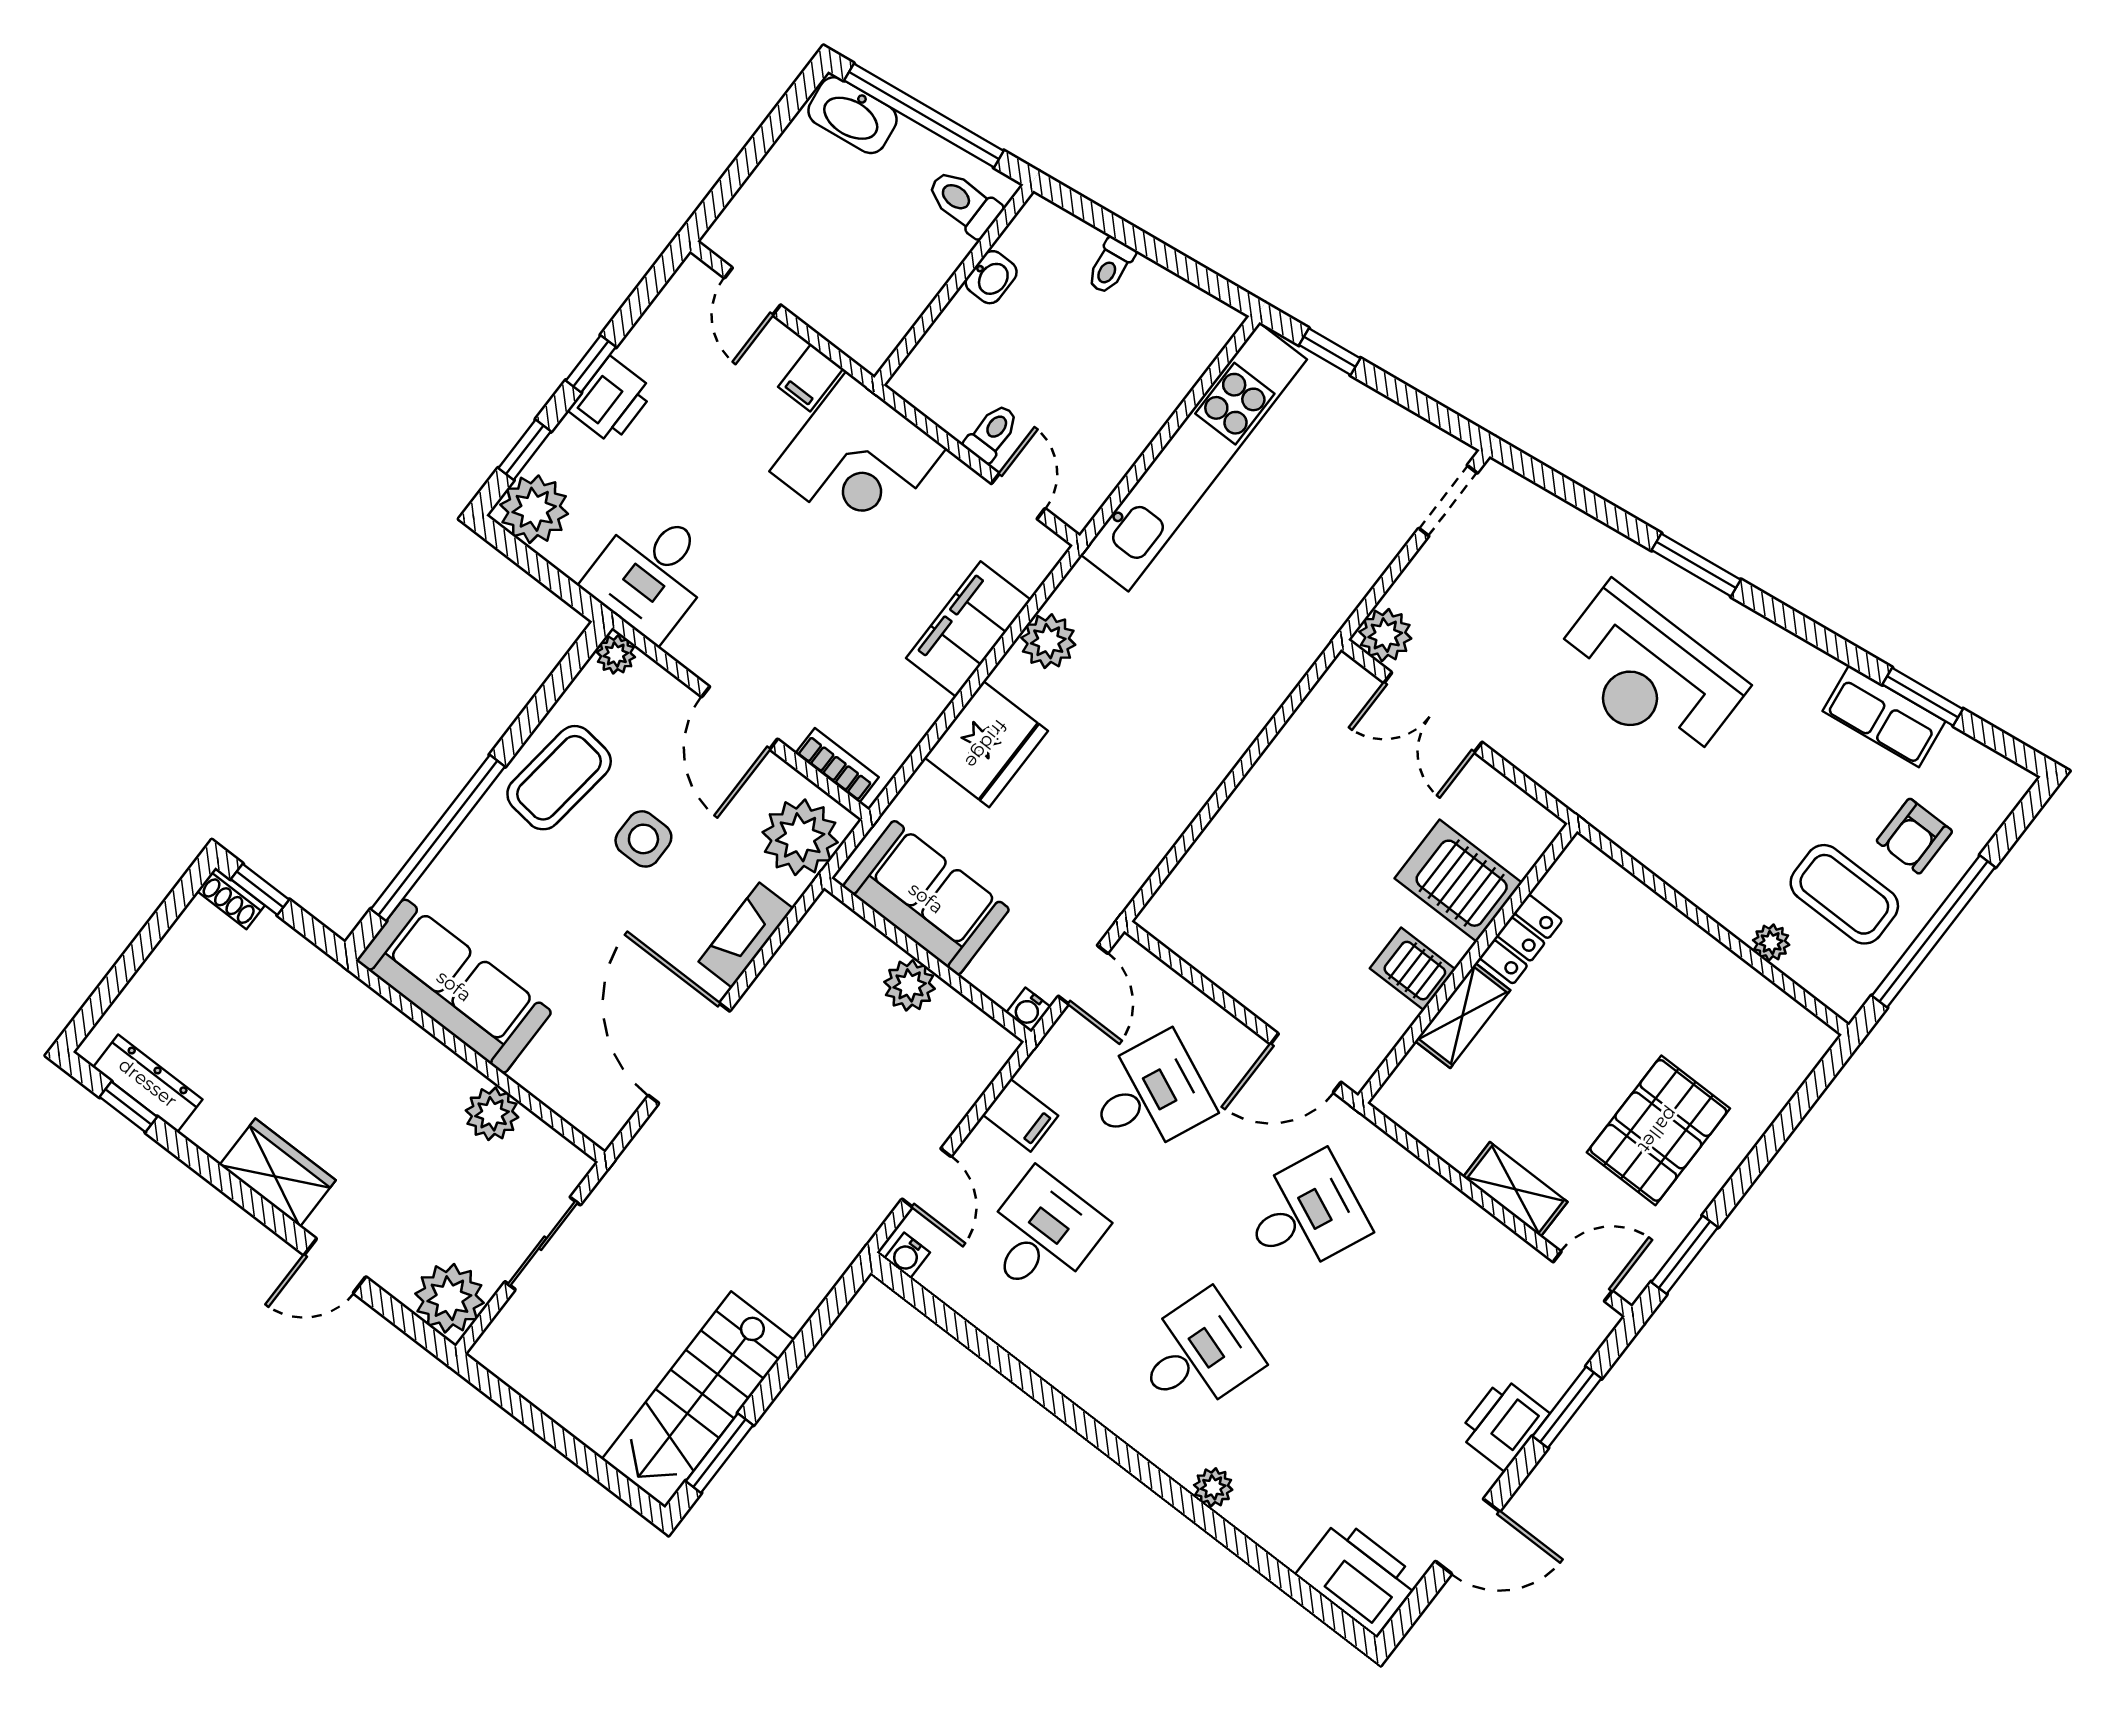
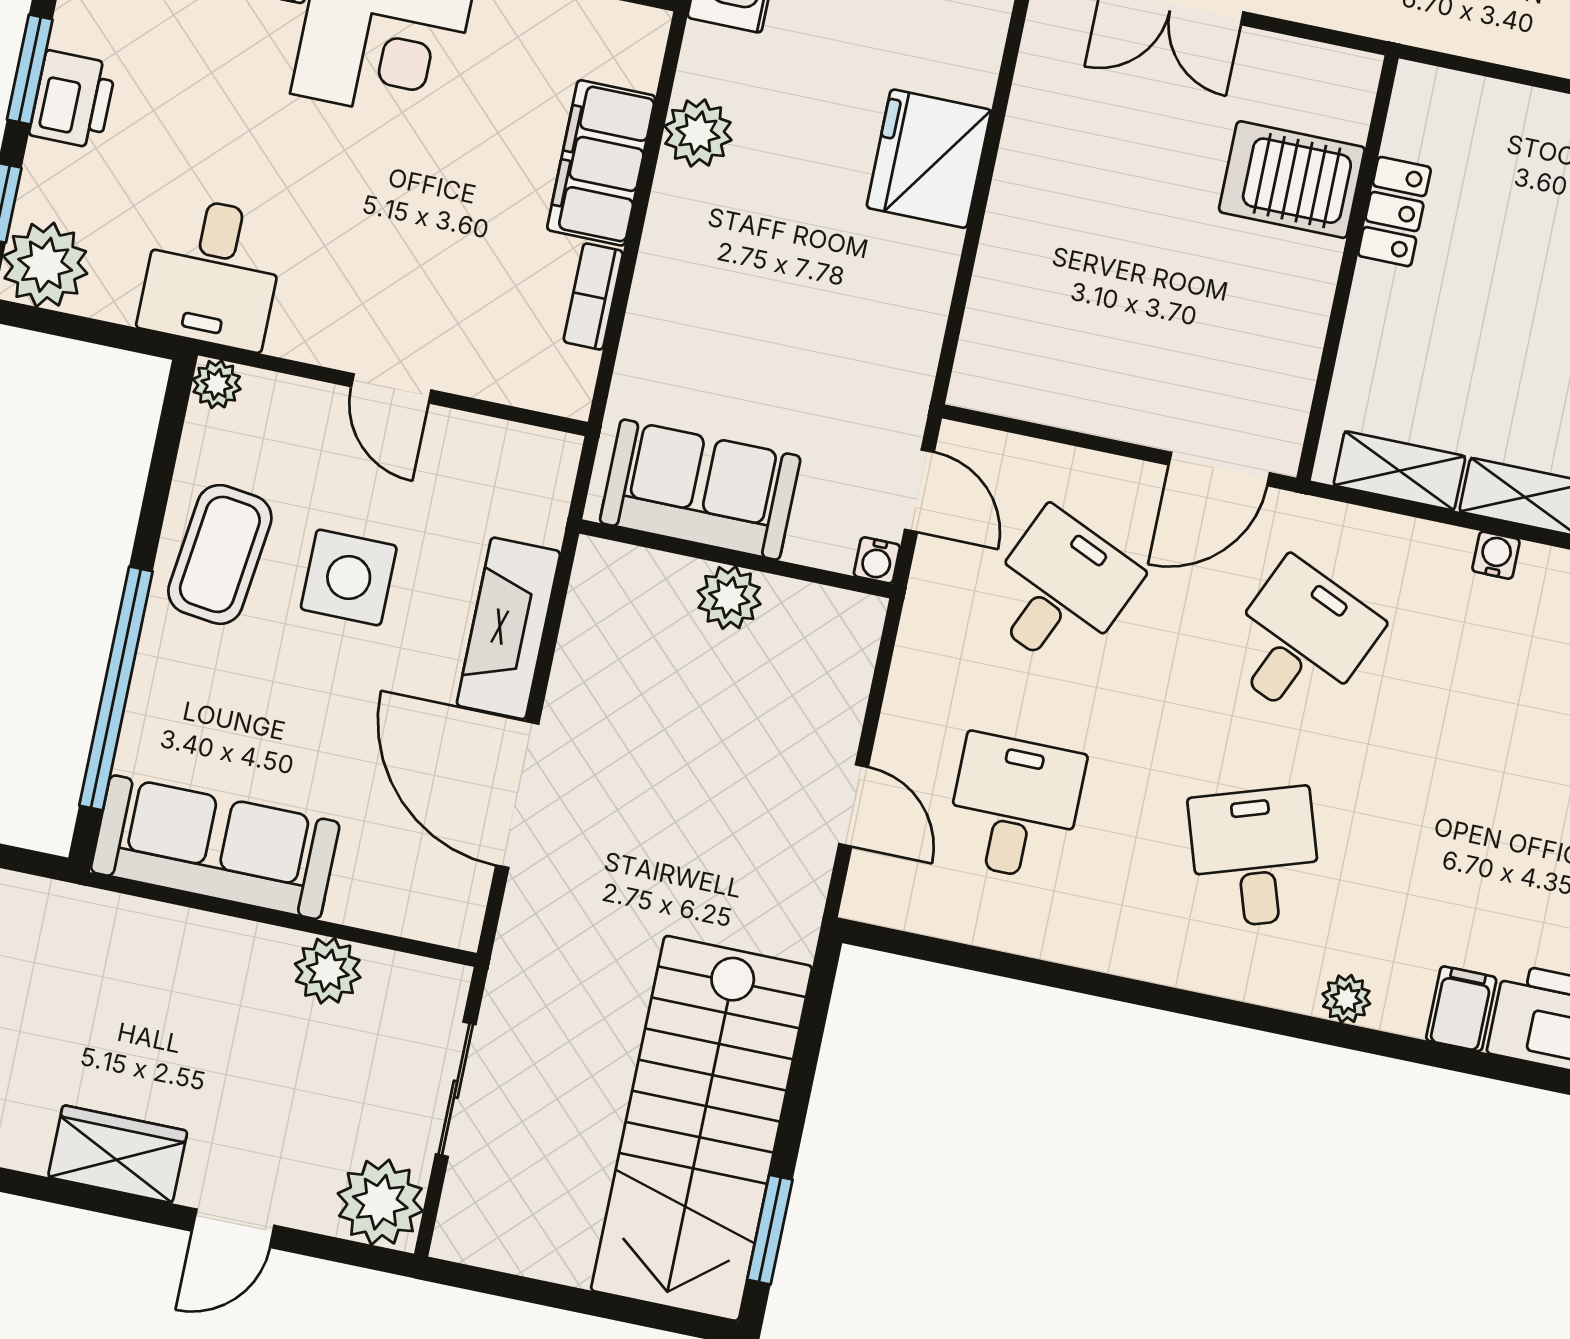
window: (591, 364) -> (30, 69), width x1.50
door: (740, 718) -> (391, 388), width x0.73
fridge: (986, 744) -> (929, 159), moved, turned 180
bookcase: (837, 765) -> (593, 296), moved, turned -90
plant: (800, 837) -> (525, 490), removed
side table: (643, 839) -> (349, 577), width x1.37, depth x1.37
fireplace: (746, 935) -> (508, 628), width x1.37, depth x1.32
server rack: (1413, 969) -> (1289, 304), removed
shelving: (1463, 1016) -> (1399, 471), moved, turned 90
filing cabinet: (1020, 1115) -> (1461, 1009), moved, turned -90
water cooler: (907, 1255) -> (1496, 555), moved, turned 180
desk: (1197, 1354) -> (1255, 857), turned -36
stairs: (698, 1400) -> (701, 1128), width x1.36, depth x1.51

